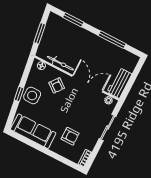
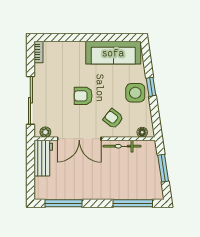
window: (73, 20) -> (133, 203), width x1.44
window: (112, 40) -> (63, 203), moved
sliding door: (108, 128) -> (30, 100), width x1.37
armchair: (70, 136) -> (83, 96), moved

